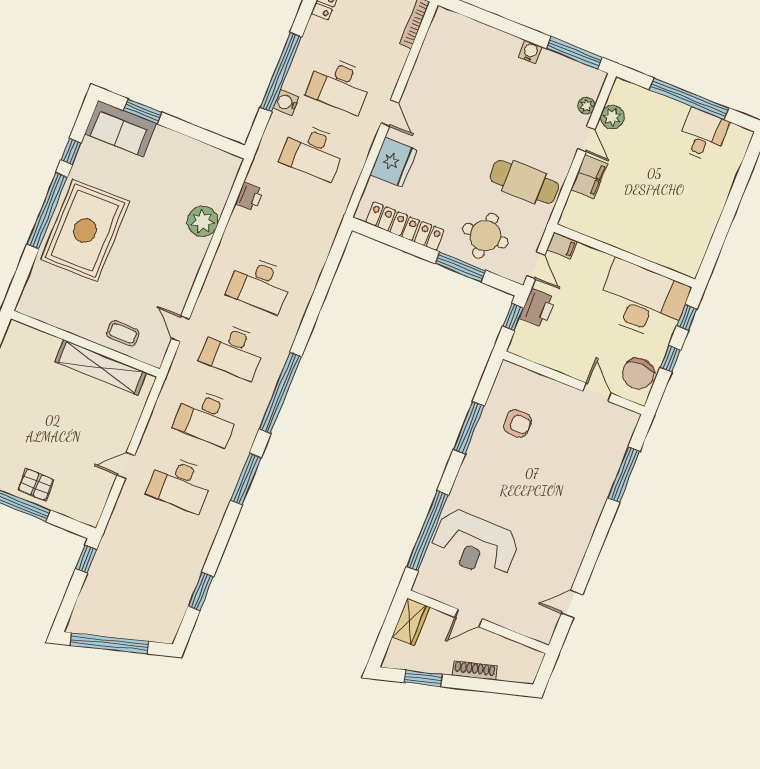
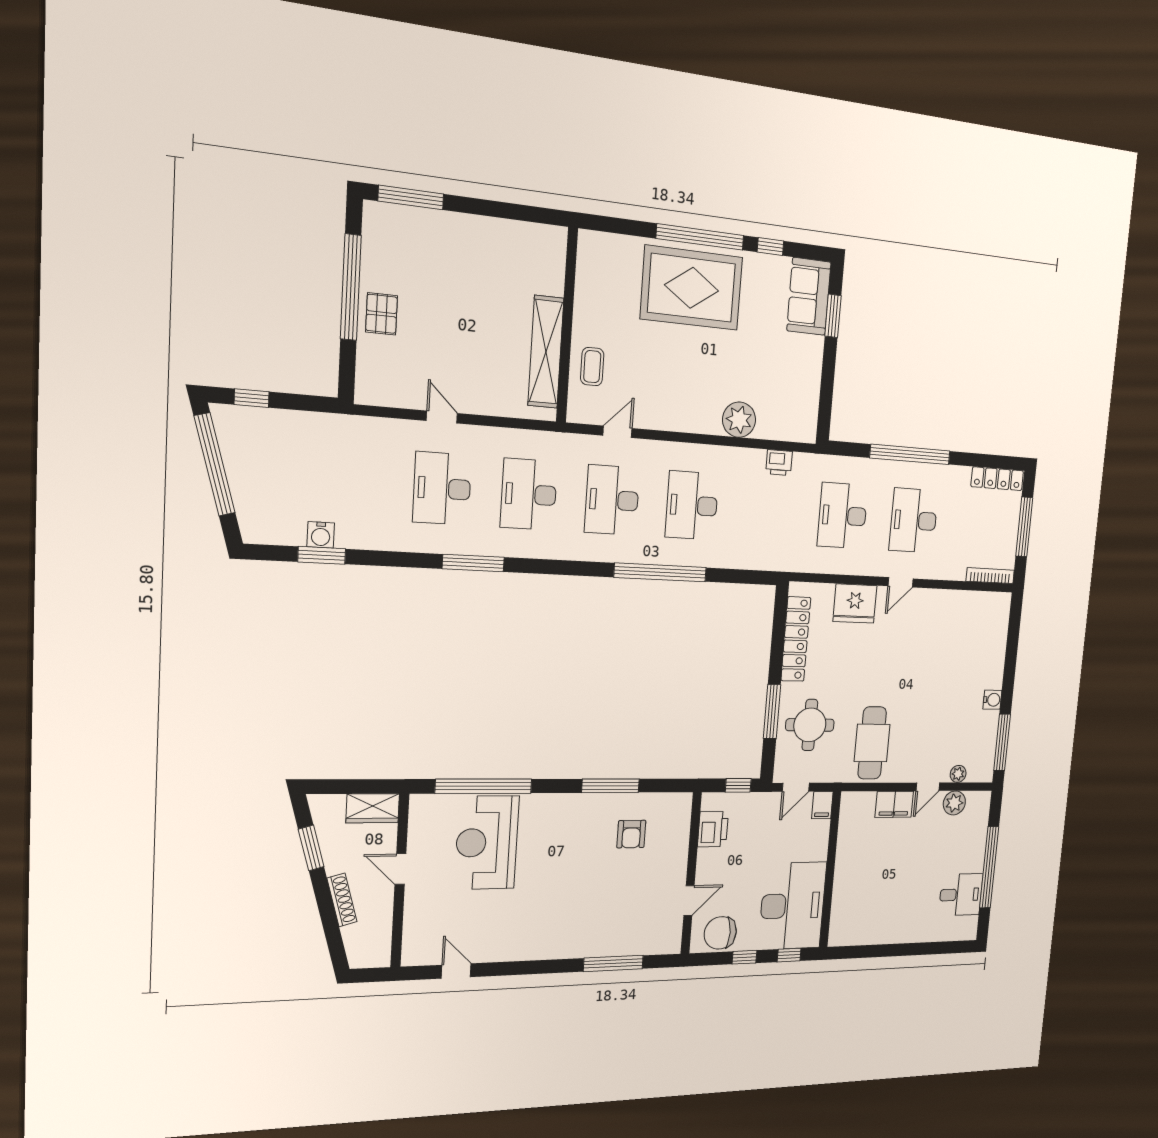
water cooler: (286, 103) -> (321, 535), moved, turned 180
printer: (538, 308) -> (713, 829), moved, turned -90
window: (280, 393) -> (660, 572), moved
window: (86, 559) -> (252, 398), moved

